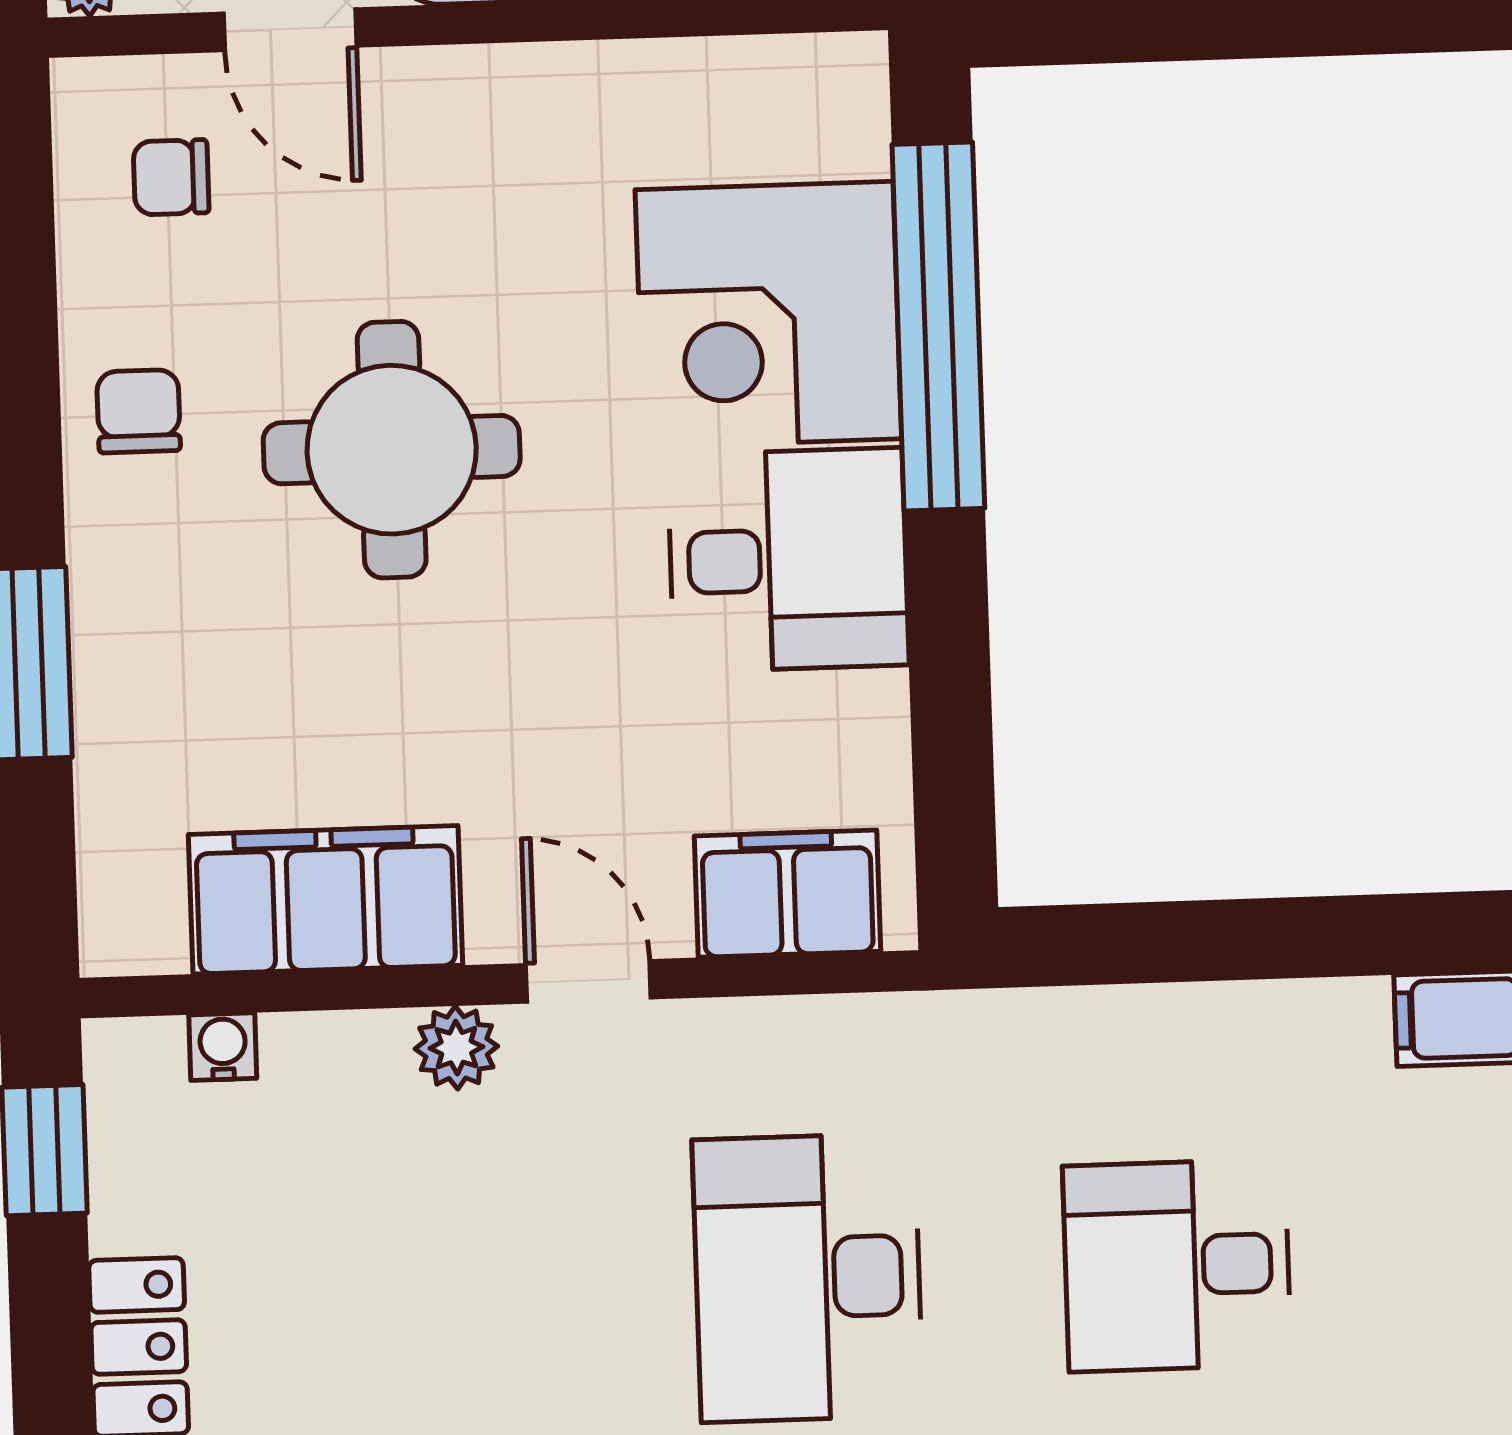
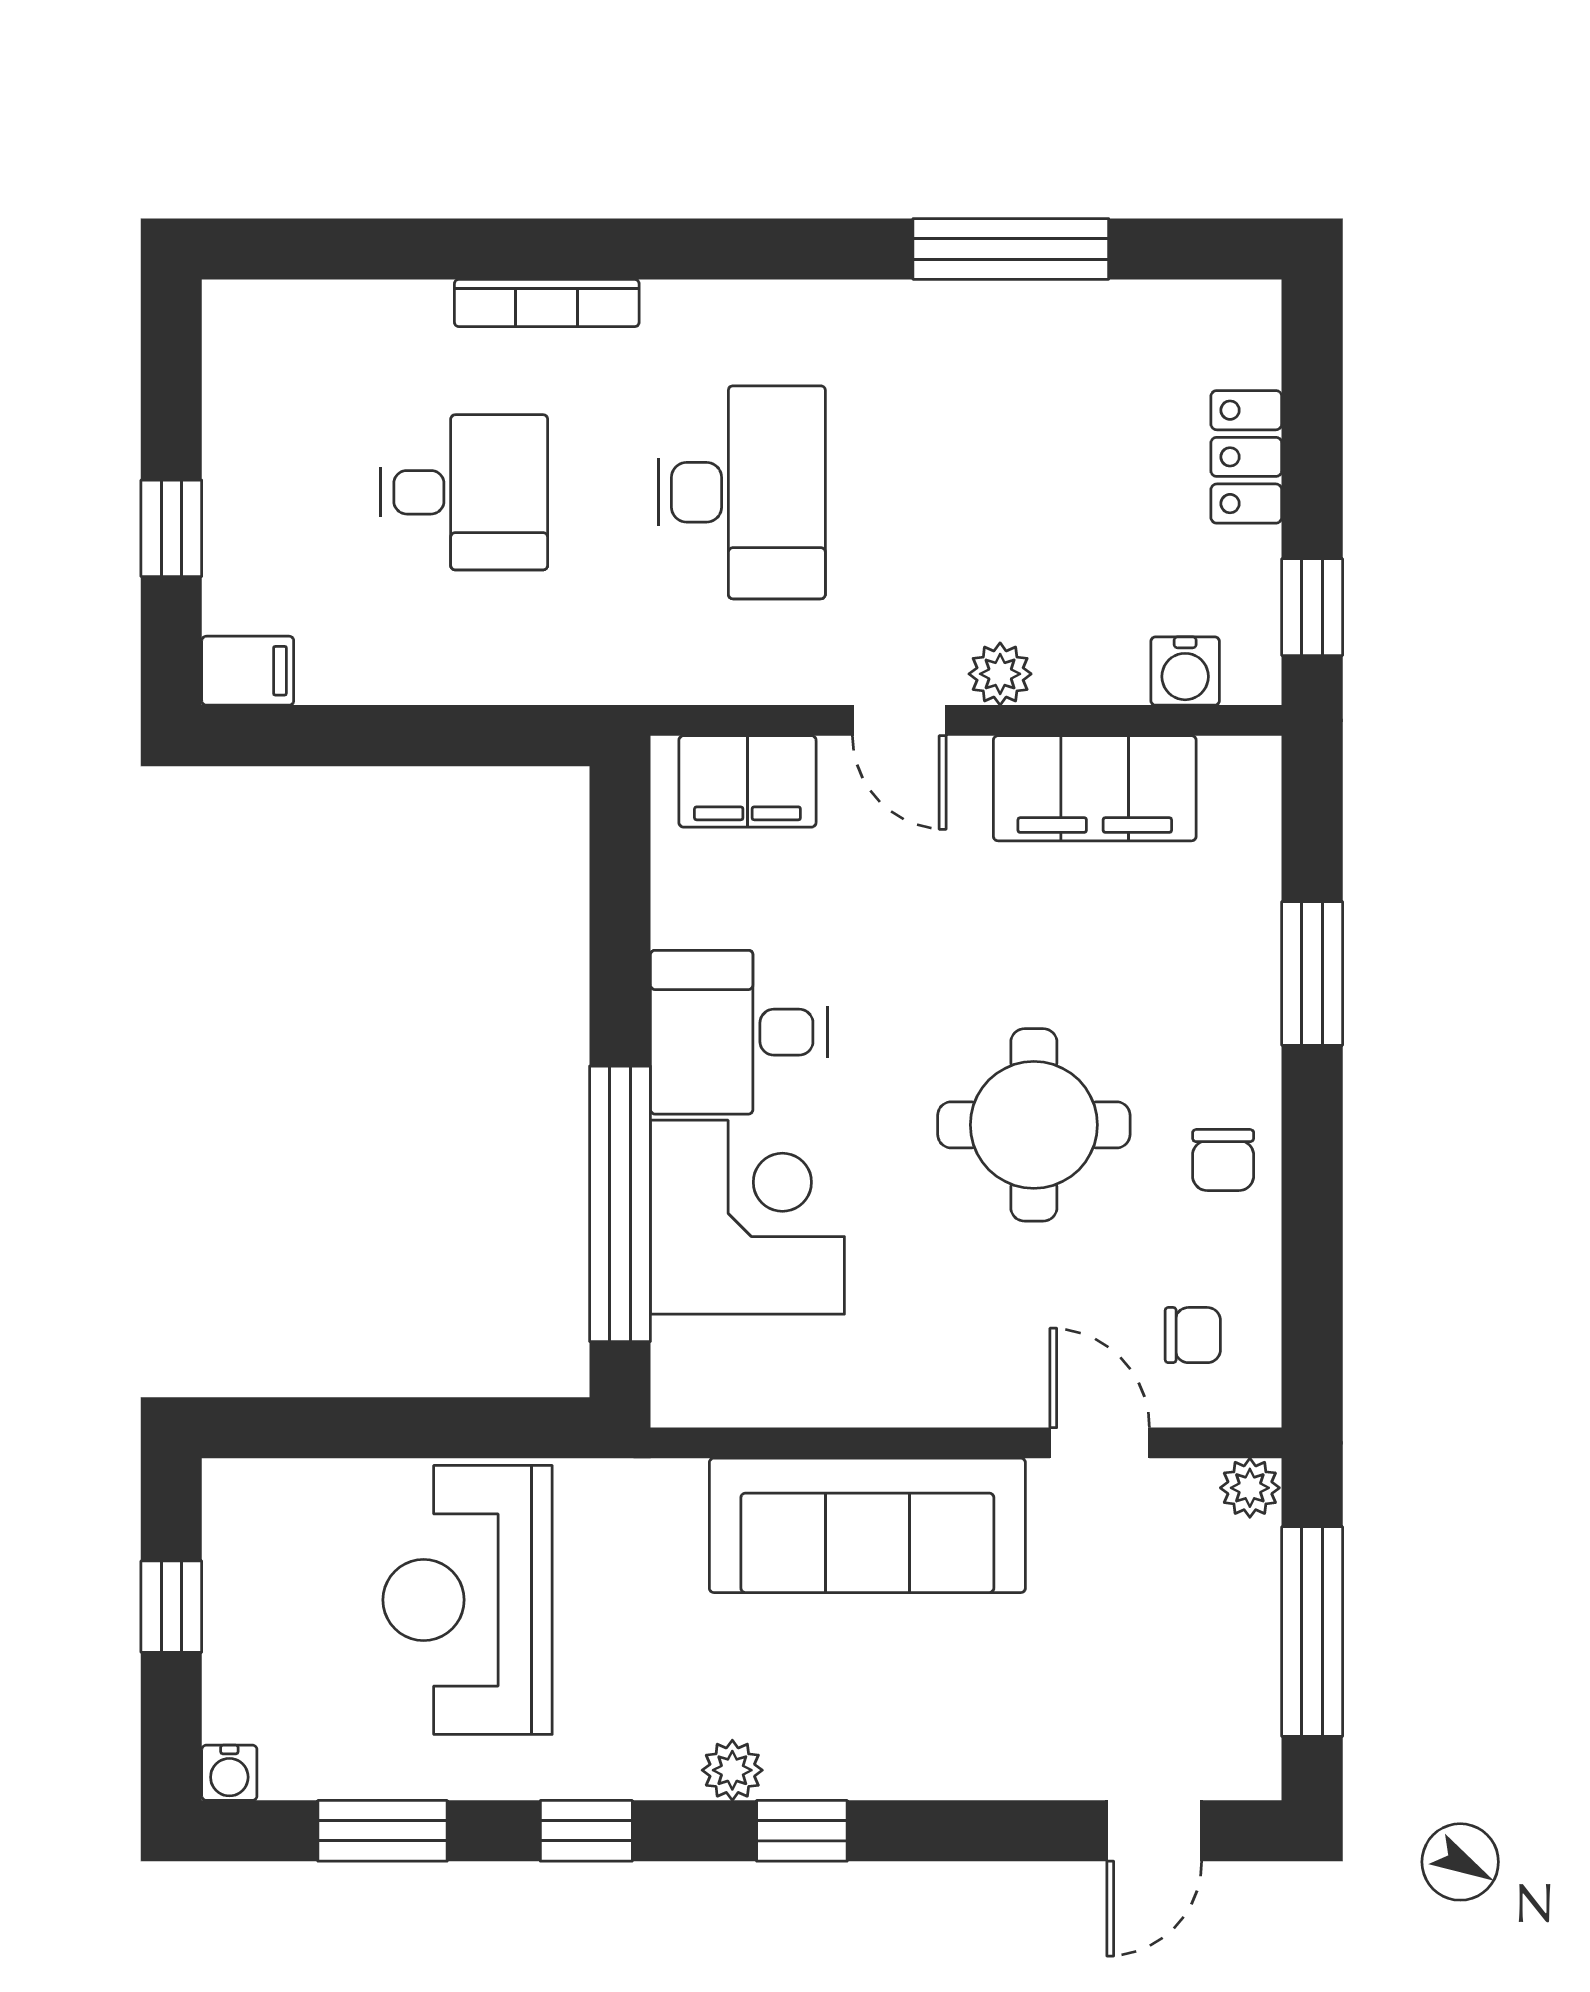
water cooler: (223, 1047) -> (1185, 671), width x1.38, depth x1.38

